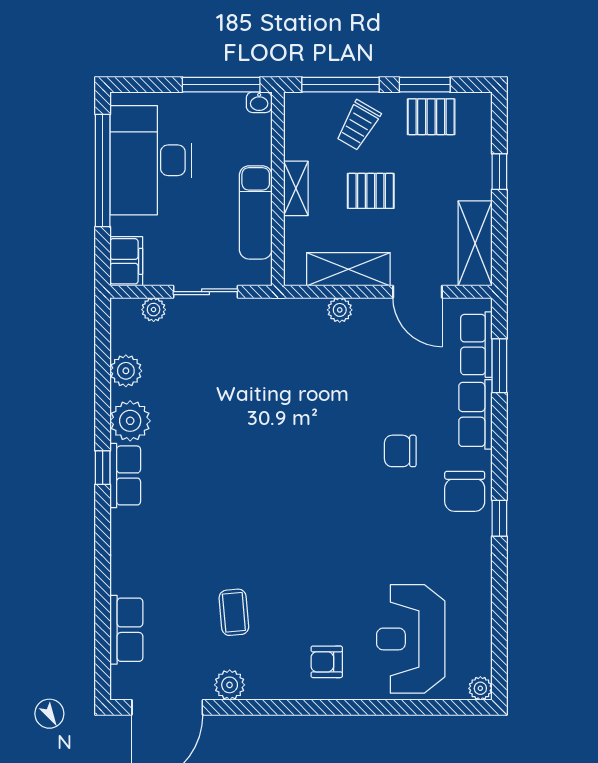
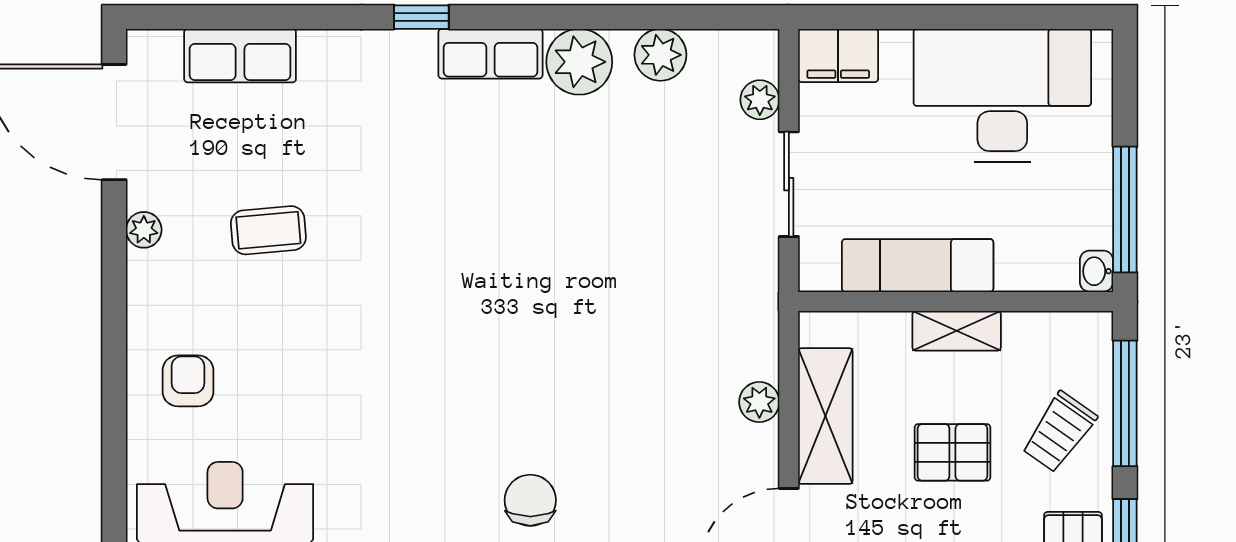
trolley: (358, 125) -> (1059, 432), turned -85
window: (103, 171) -> (986, 17), removed
pallet: (371, 191) -> (952, 452), turned 90
window: (103, 468) -> (421, 17), moved
plant: (230, 685) -> (144, 230), width x0.73, depth x0.73

